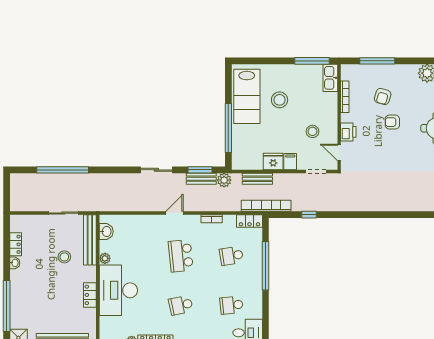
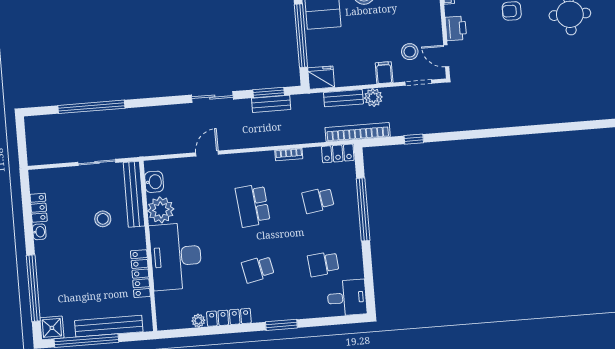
stool: (312, 131) -> (410, 52), moved
fridge: (273, 162) -> (321, 78), moved
plant: (224, 180) -> (373, 98), moved
door: (175, 213) -> (207, 154), moved
plant: (105, 258) -> (161, 210), width x1.88, depth x1.88
locker: (90, 295) -> (140, 274), width x1.53

